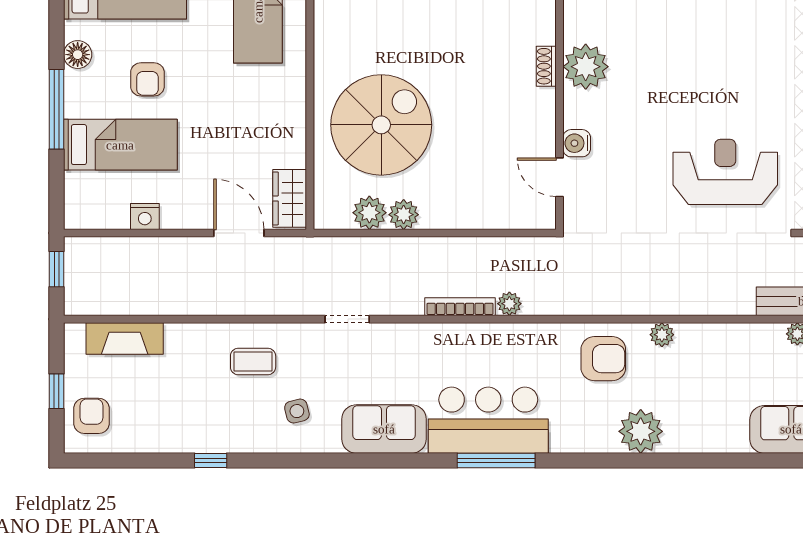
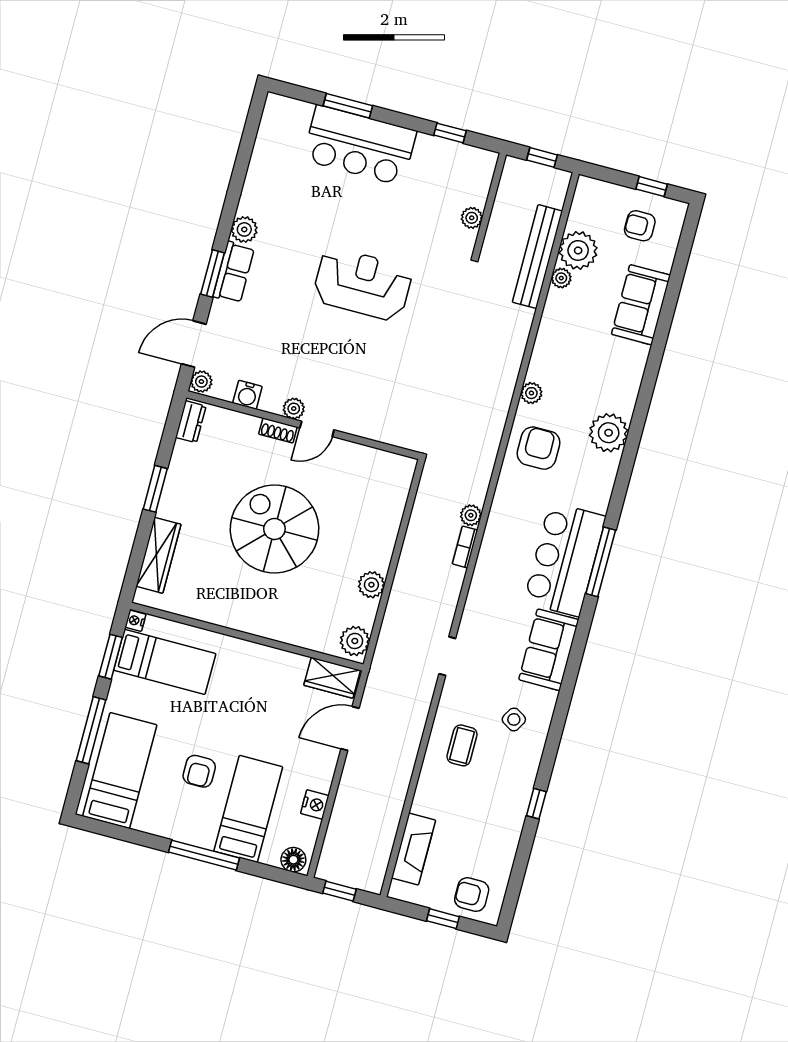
floor lamp: (78, 55) -> (293, 860), moved
plant: (586, 67) -> (294, 409), width x0.53, depth x0.53
armchair: (147, 79) -> (199, 771), turned 90
spiral stairs: (381, 125) -> (274, 529), moved
water cooler: (577, 143) -> (247, 395), moved
reception desk: (725, 172) -> (363, 284), moved, turned 90
door: (559, 177) -> (317, 429), moved
plant: (369, 213) -> (355, 641), moved
bookcase: (460, 307) -> (465, 547), width x0.64
side table: (297, 411) -> (514, 719), turned 45

